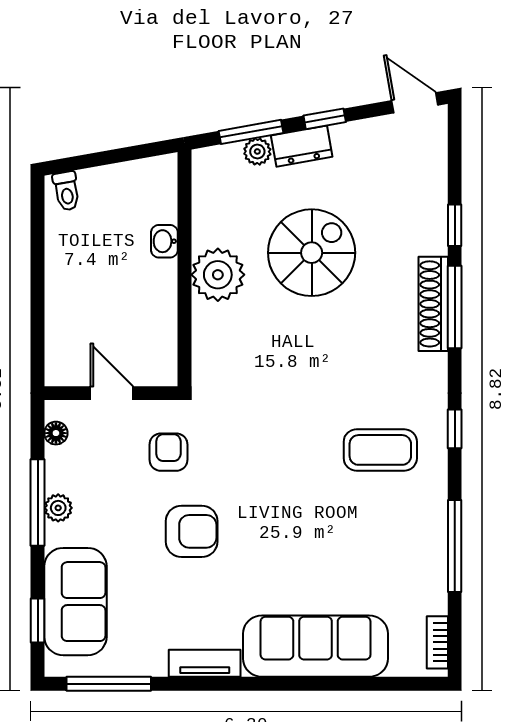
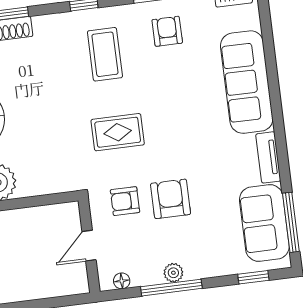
rug: (268, 454) -> (118, 132), added
armchair: (192, 531) -> (171, 199), moved
armchair: (402, 542) -> (167, 31), added
sofa: (75, 602) -> (264, 223), moved, turned -90

